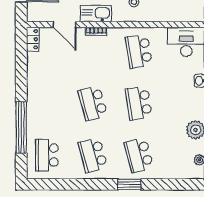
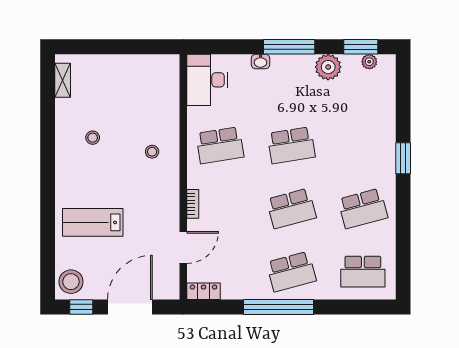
kitchen sink: (96, 14) -> (168, 204), removed
window: (21, 128) -> (278, 307), moved
school desk: (139, 155) -> (291, 272), moved

